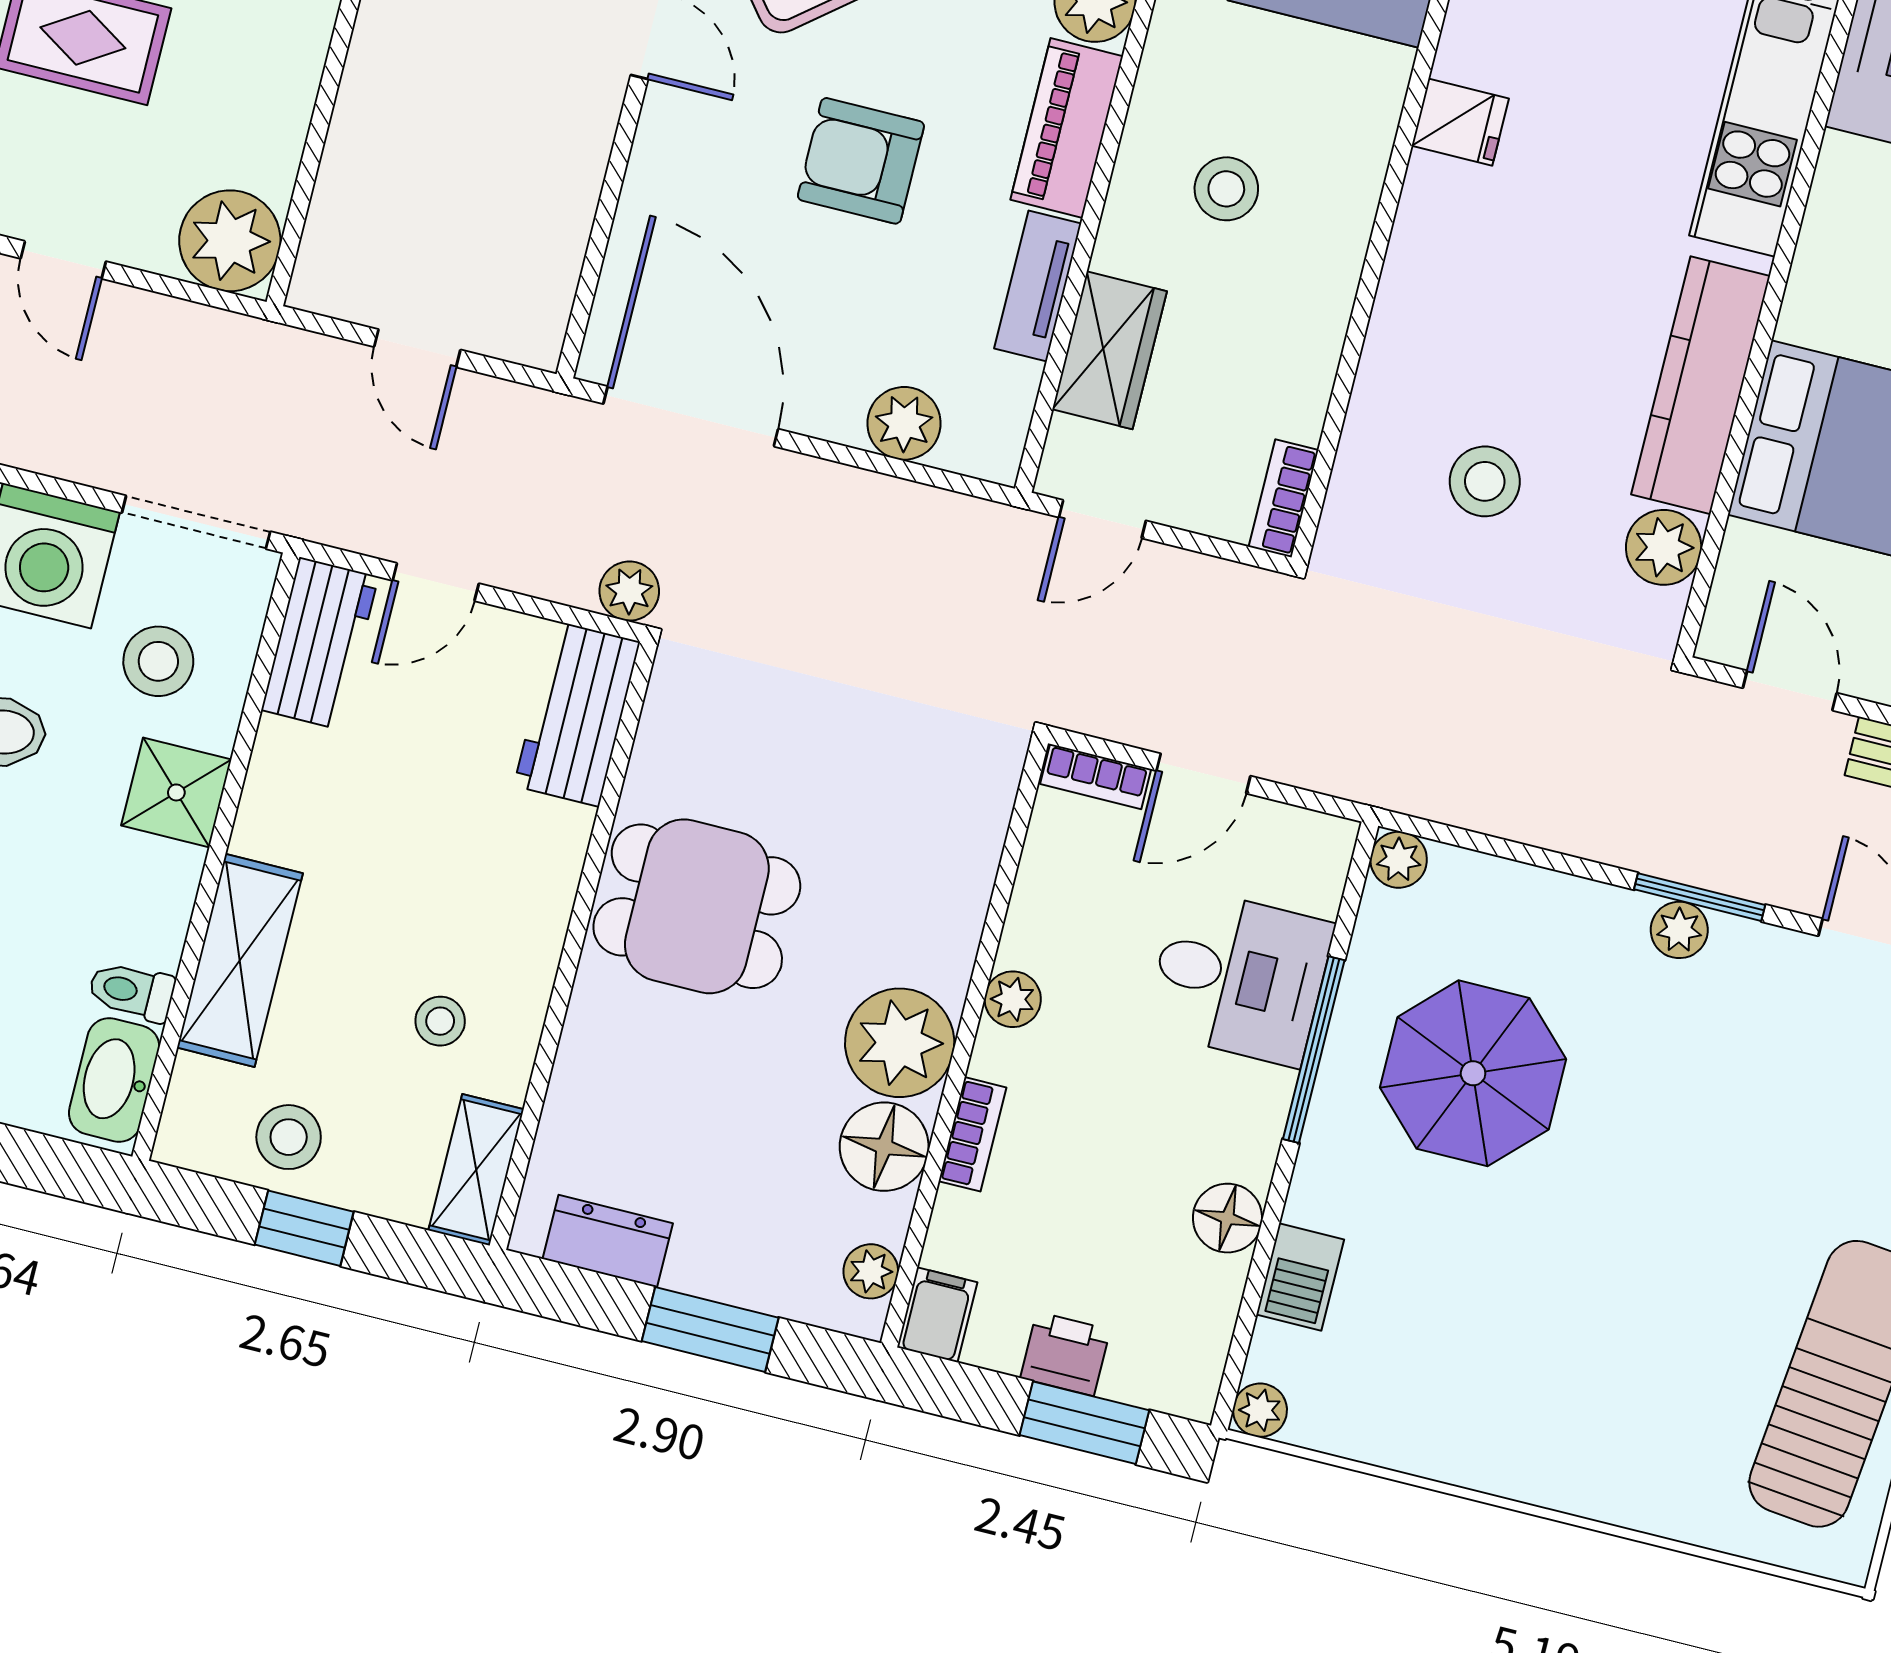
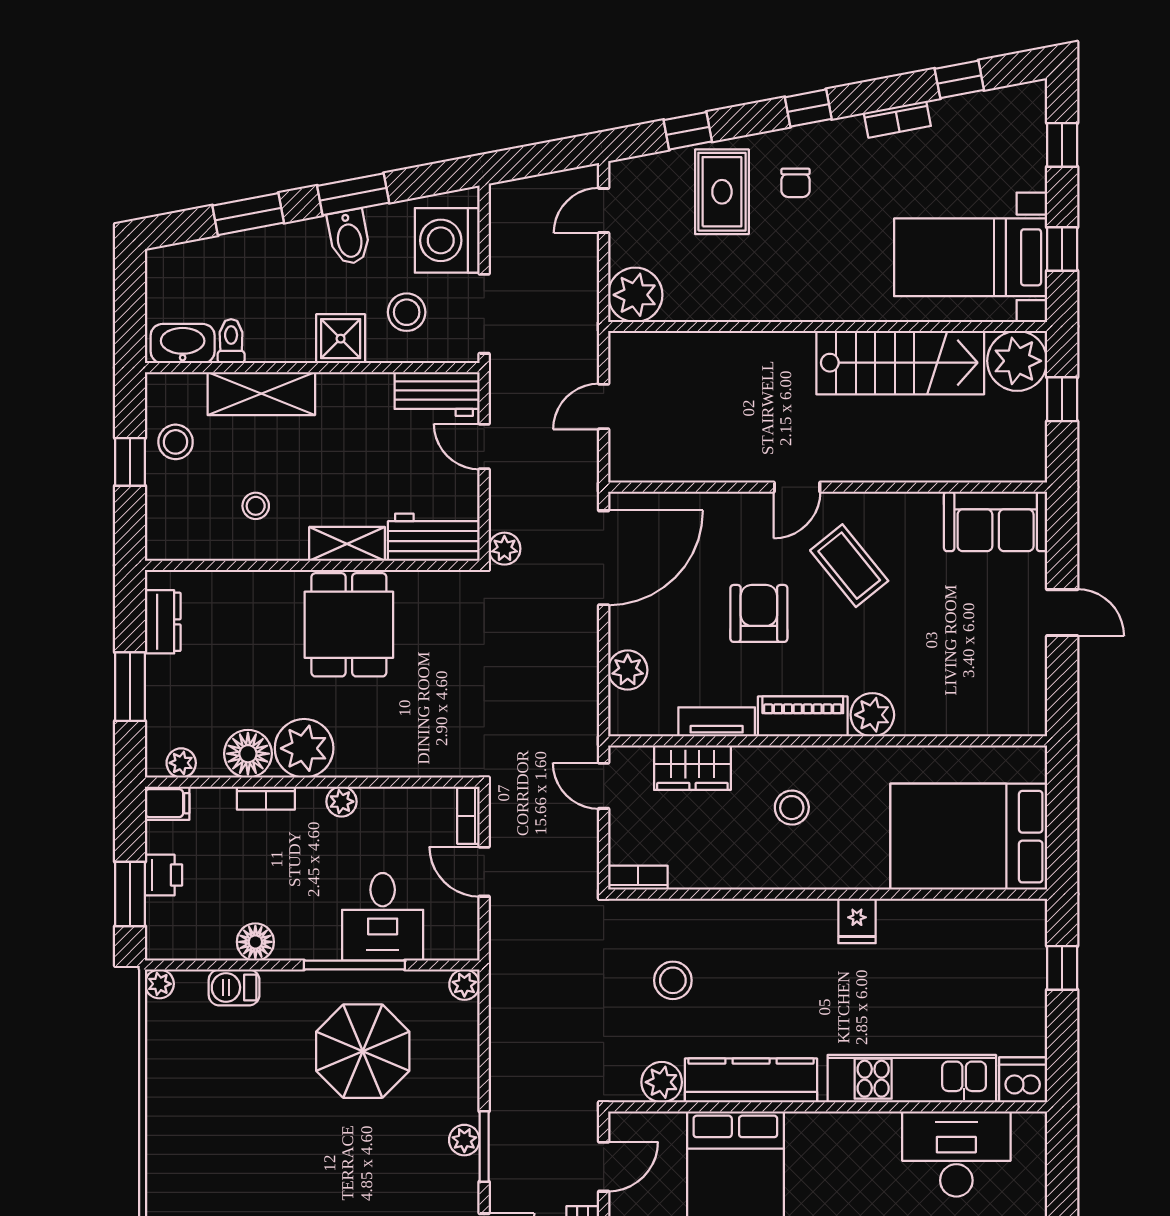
shelving: (476, 1170) -> (347, 544), moved

